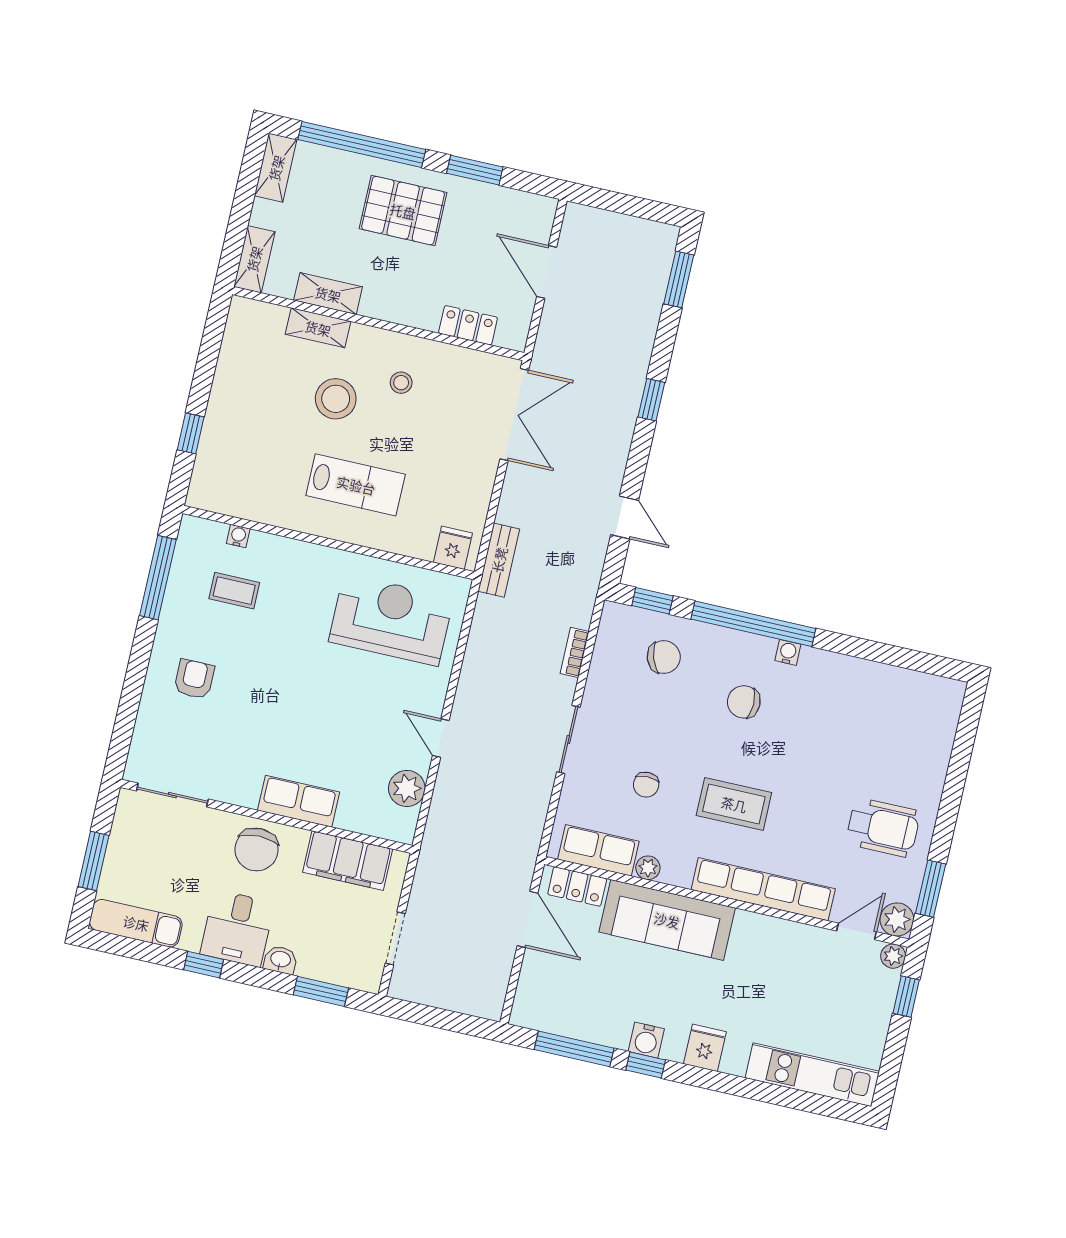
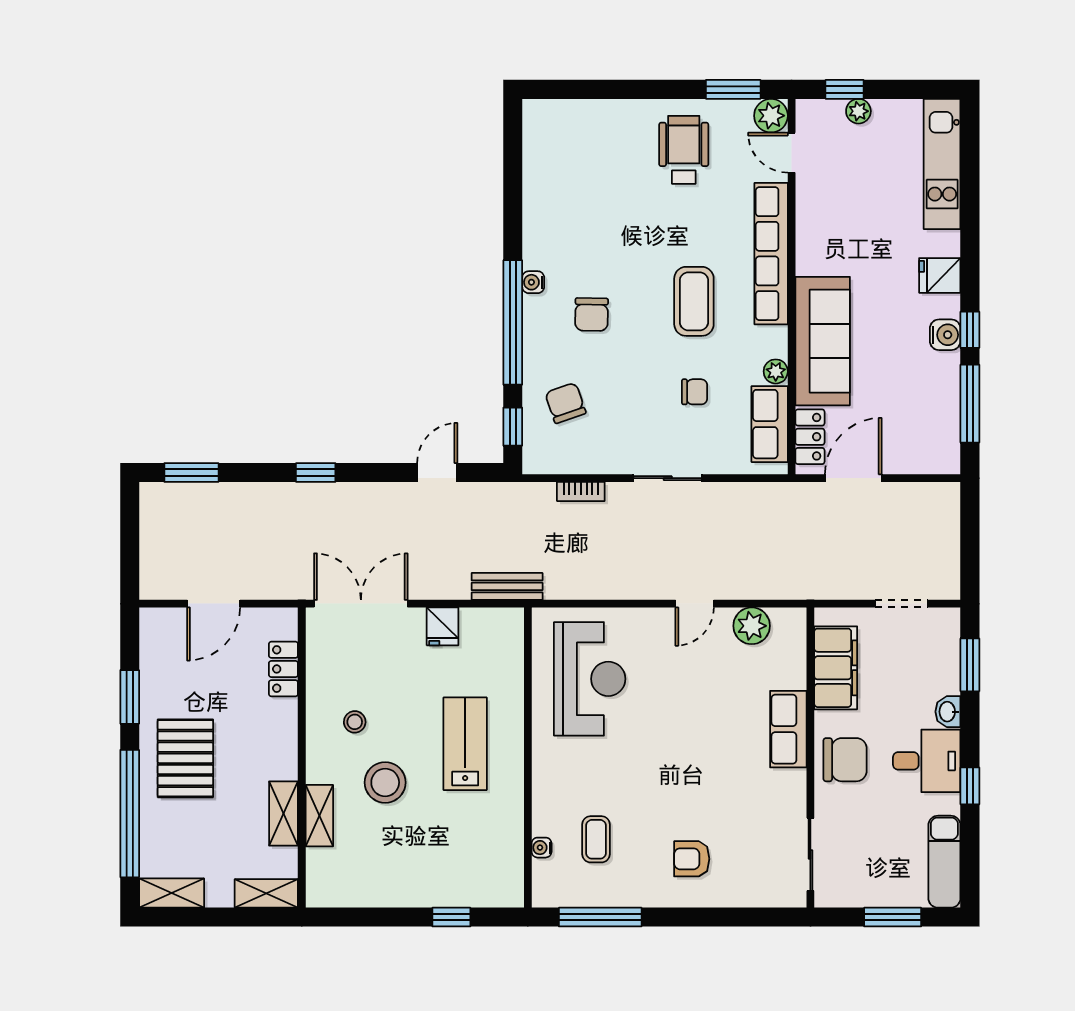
fridge: (453, 548) -> (443, 626), moved, turned -90
reception desk: (391, 620) -> (590, 679), turned 180
plant: (893, 956) -> (858, 111), moved

